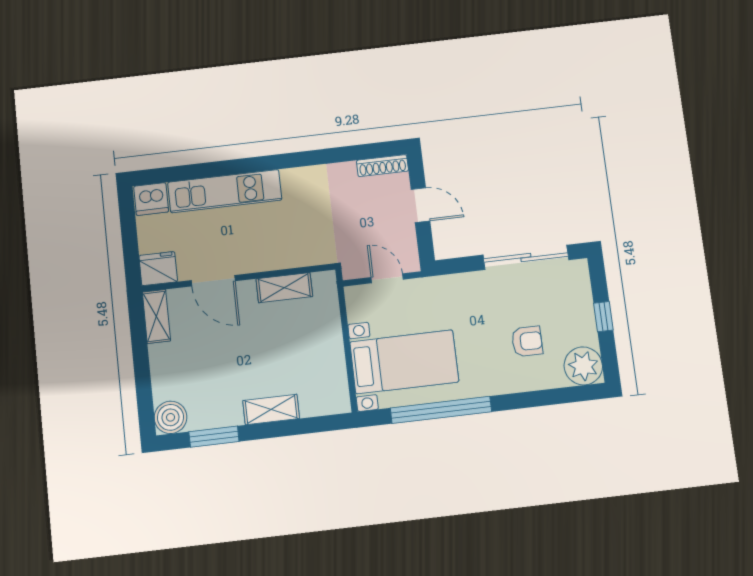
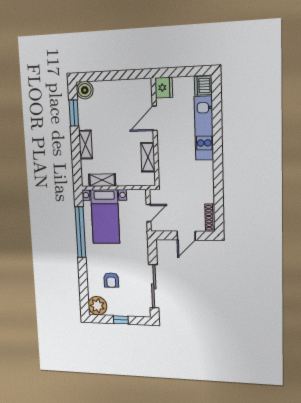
shelving: (156, 316) -> (102, 180), moved

